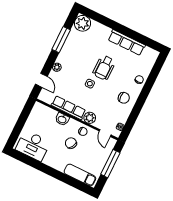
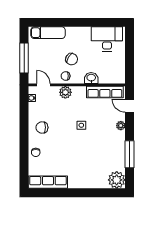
row of seats: (127, 42) -> (48, 182), moved
wheelchair: (104, 68) -> (75, 147), removed
row of seats: (68, 108) -> (105, 92), moved

